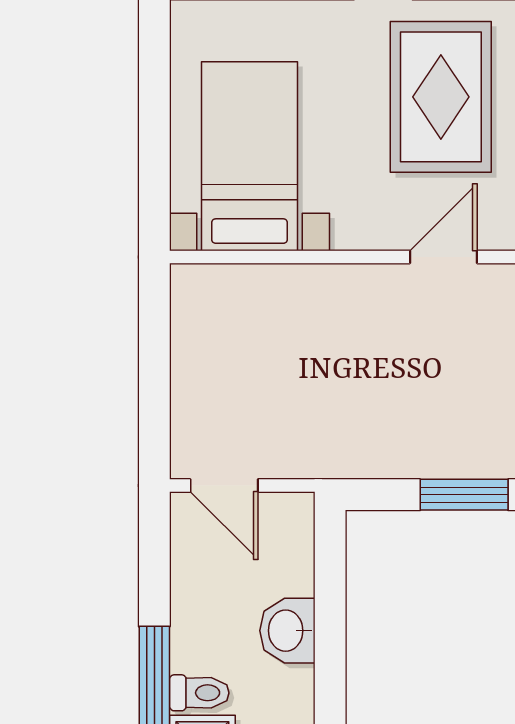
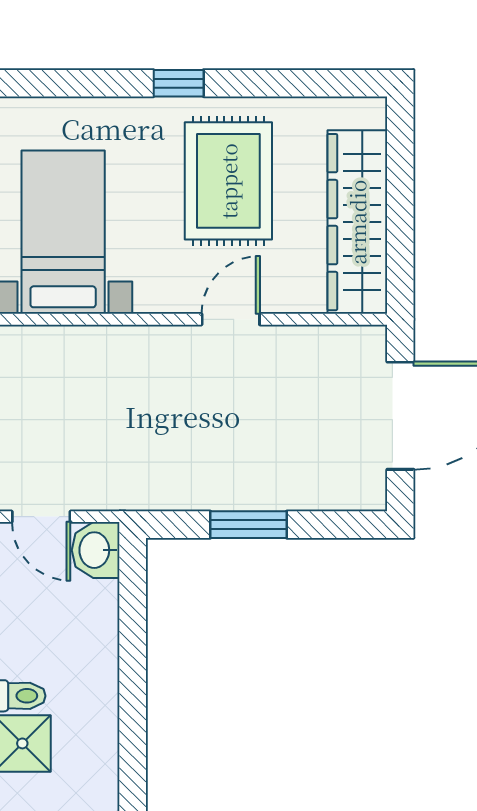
washbasin: (287, 631) -> (96, 550), moved

